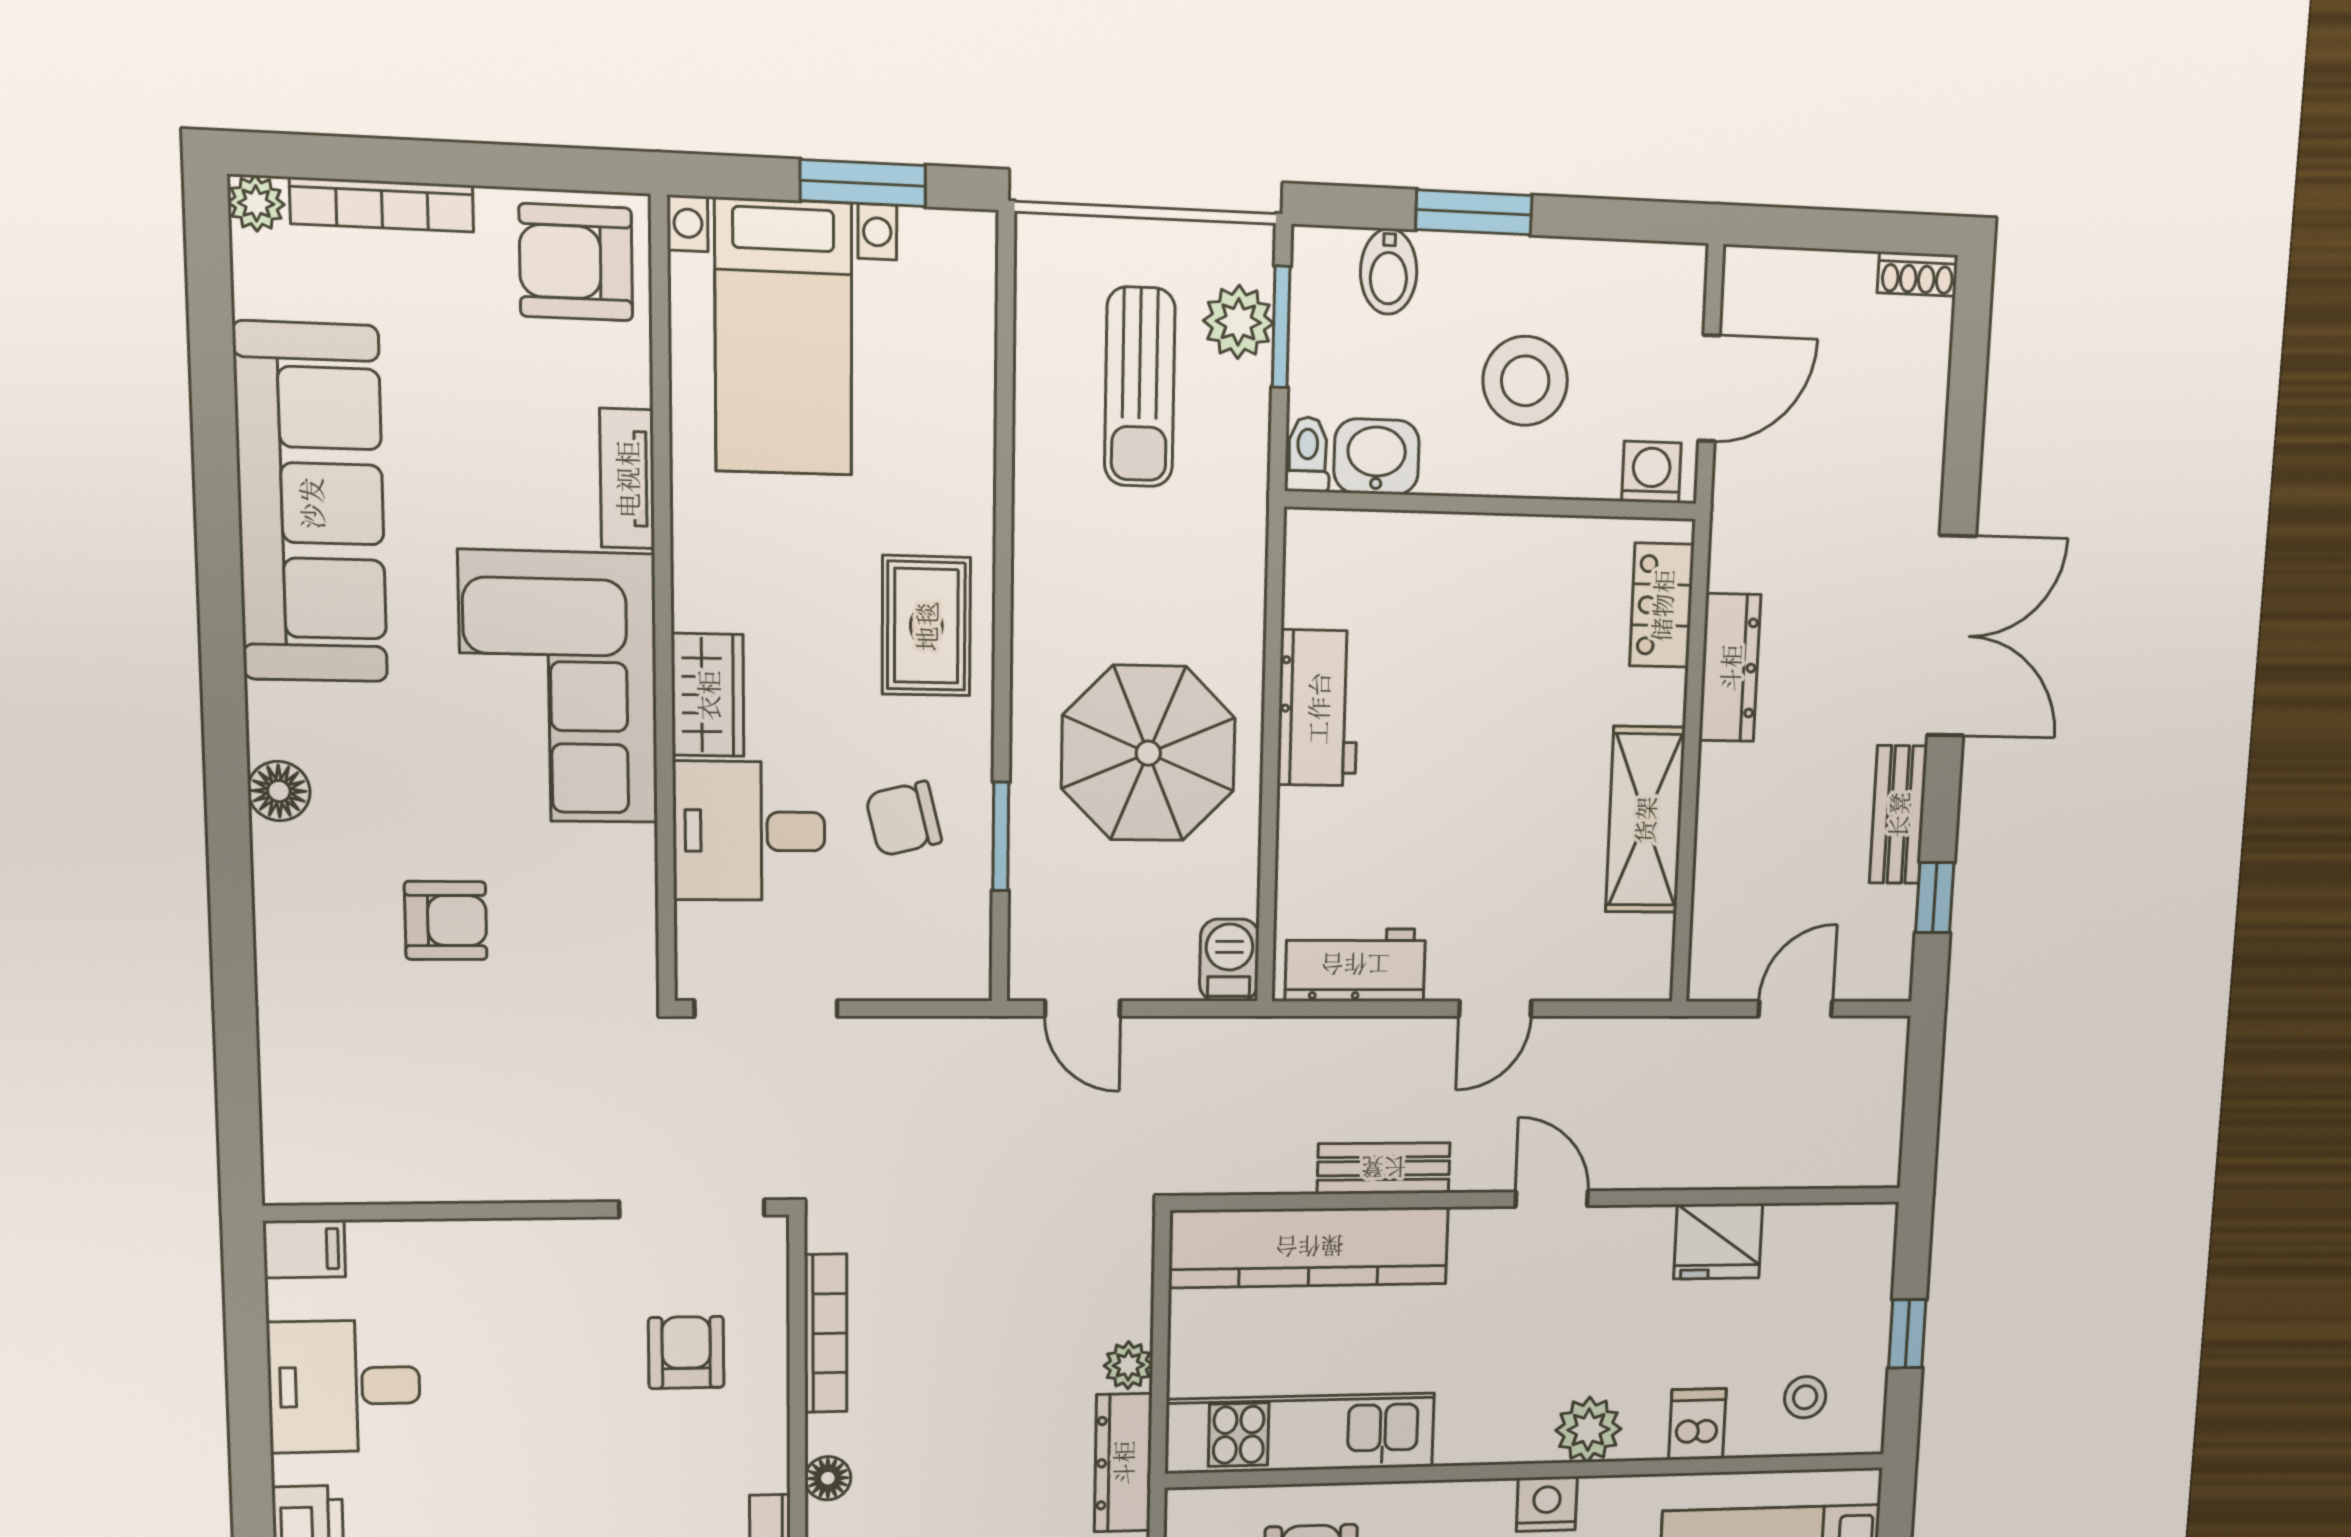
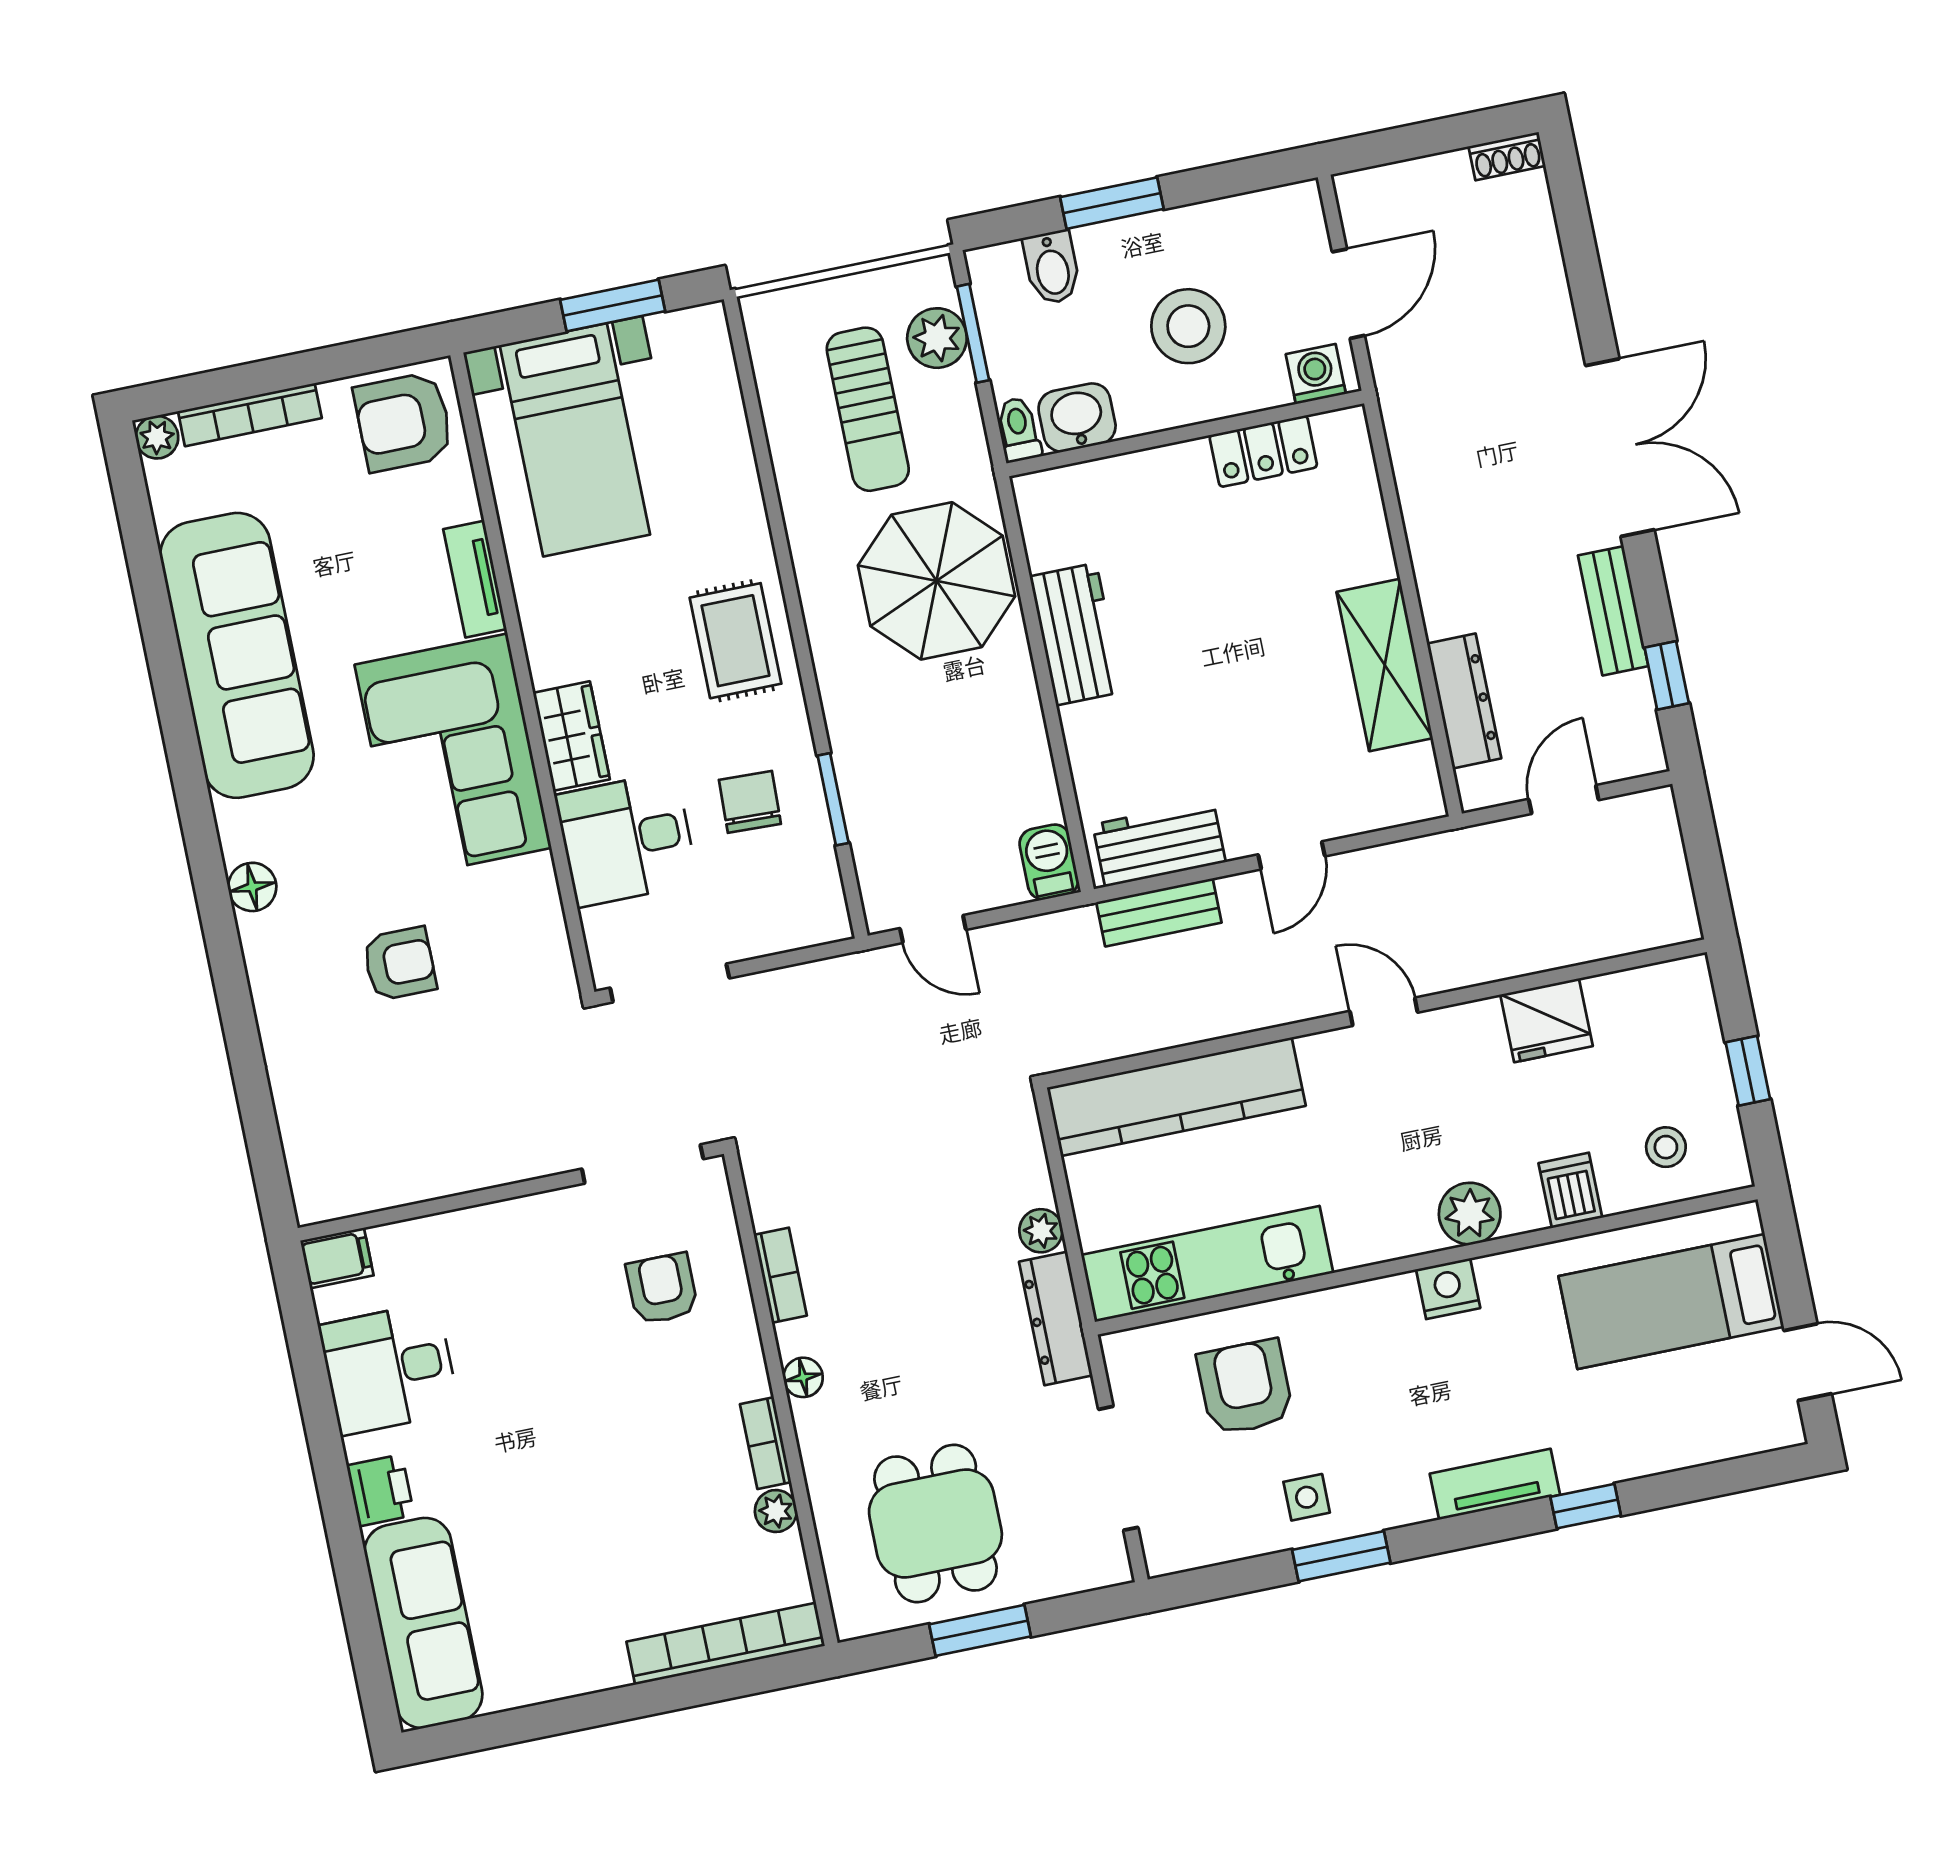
locker: (1662, 605) -> (1263, 451), moved, turned -90
dresser: (1730, 668) -> (1464, 701), moved
parasol: (1148, 753) -> (937, 581), moved
chair: (904, 819) -> (750, 802), turned 106
bench: (1384, 1168) -> (1159, 912), moved
bookcase: (826, 1333) -> (780, 1275), width x0.64

